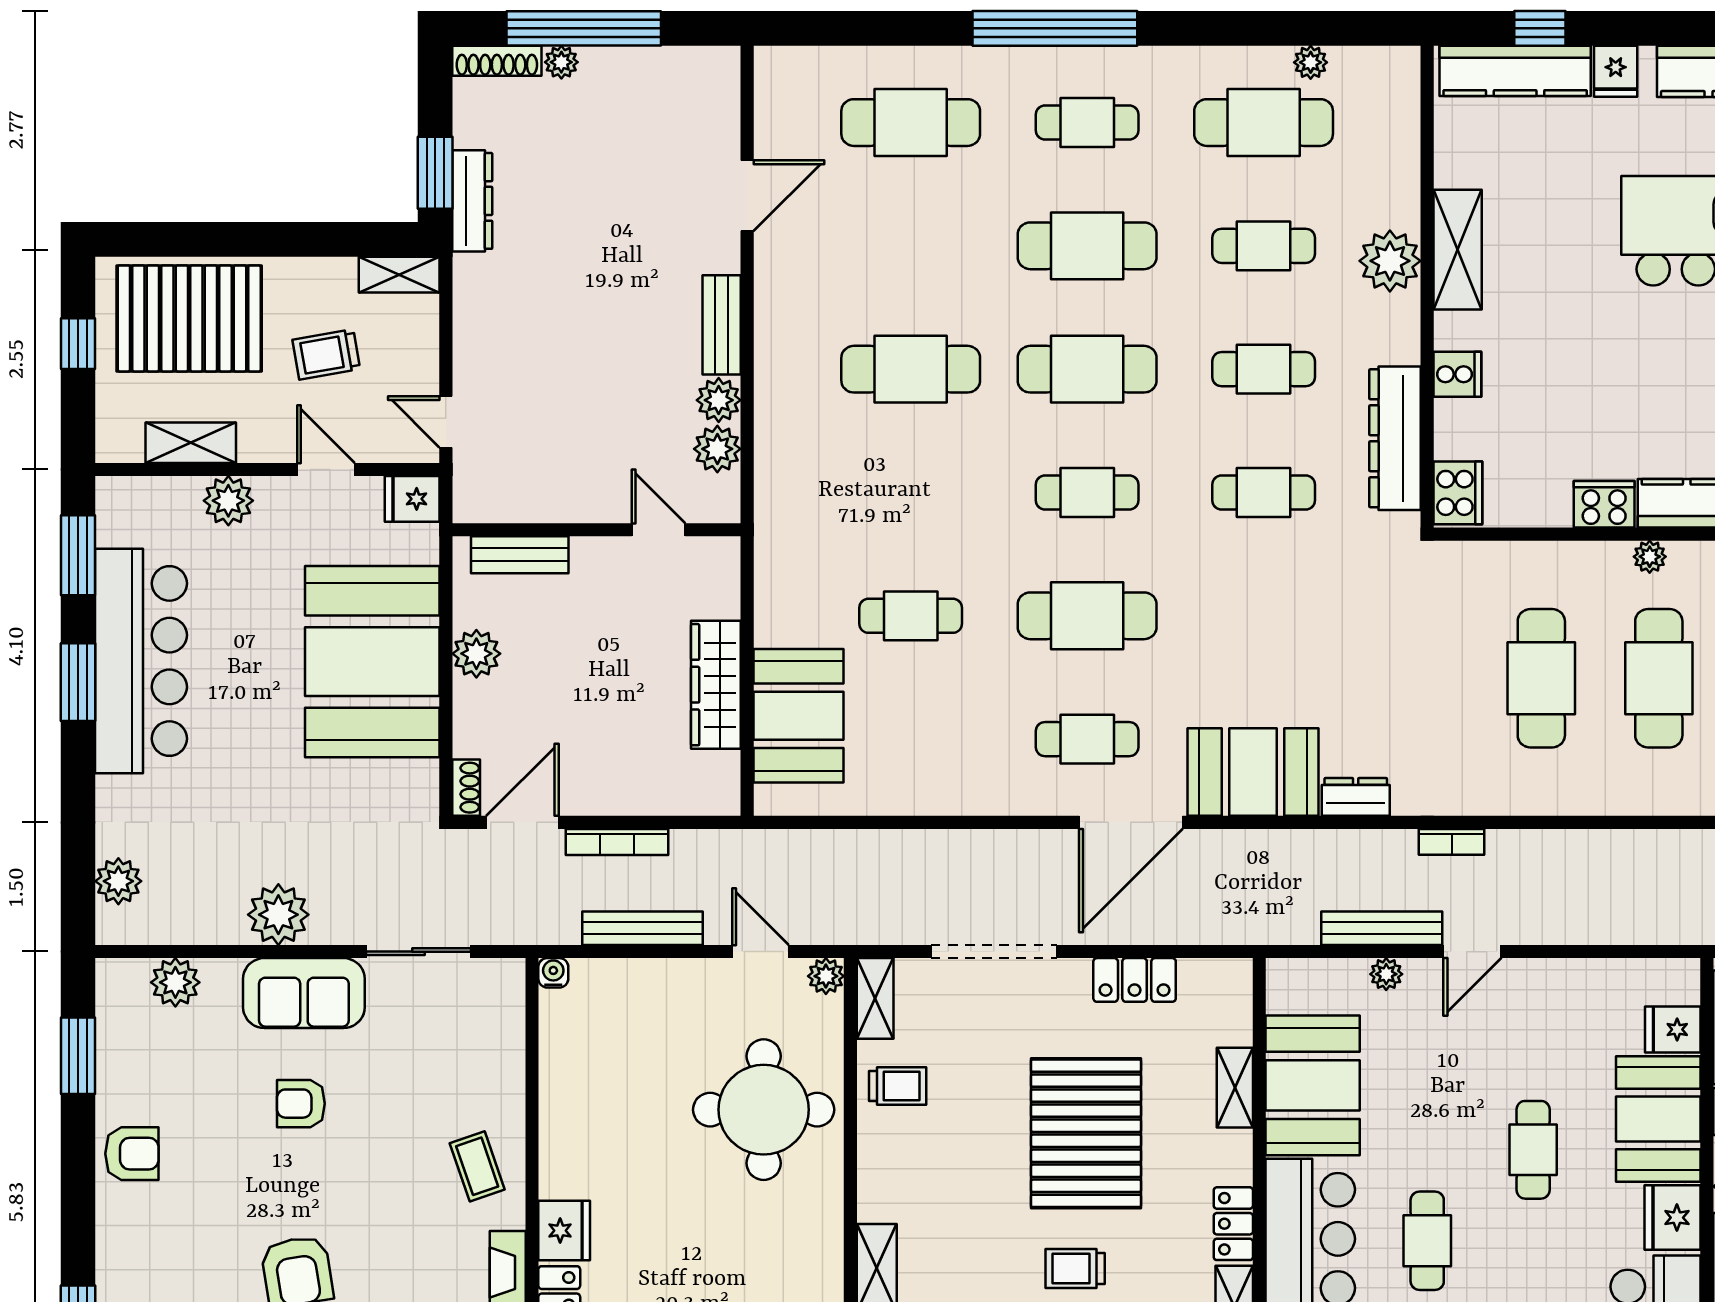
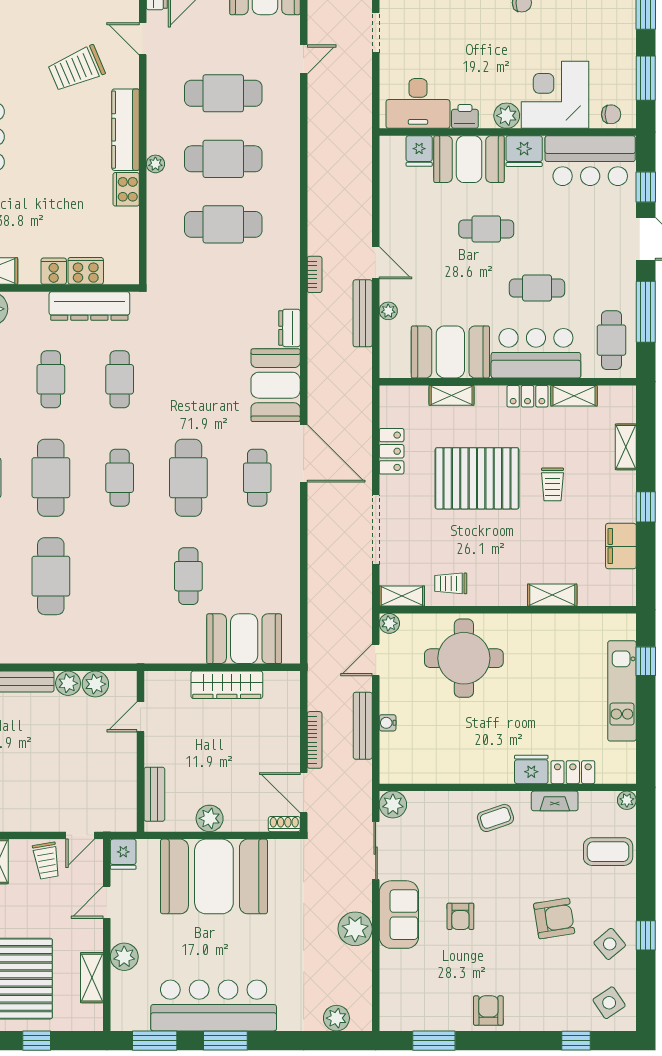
trolley: (326, 354) -> (46, 861), moved
cooker: (1458, 493) -> (86, 271), moved
water cooler: (553, 973) -> (388, 723), moved
plant: (175, 982) -> (393, 805), moved
trolley: (898, 1086) -> (451, 583), turned -90

